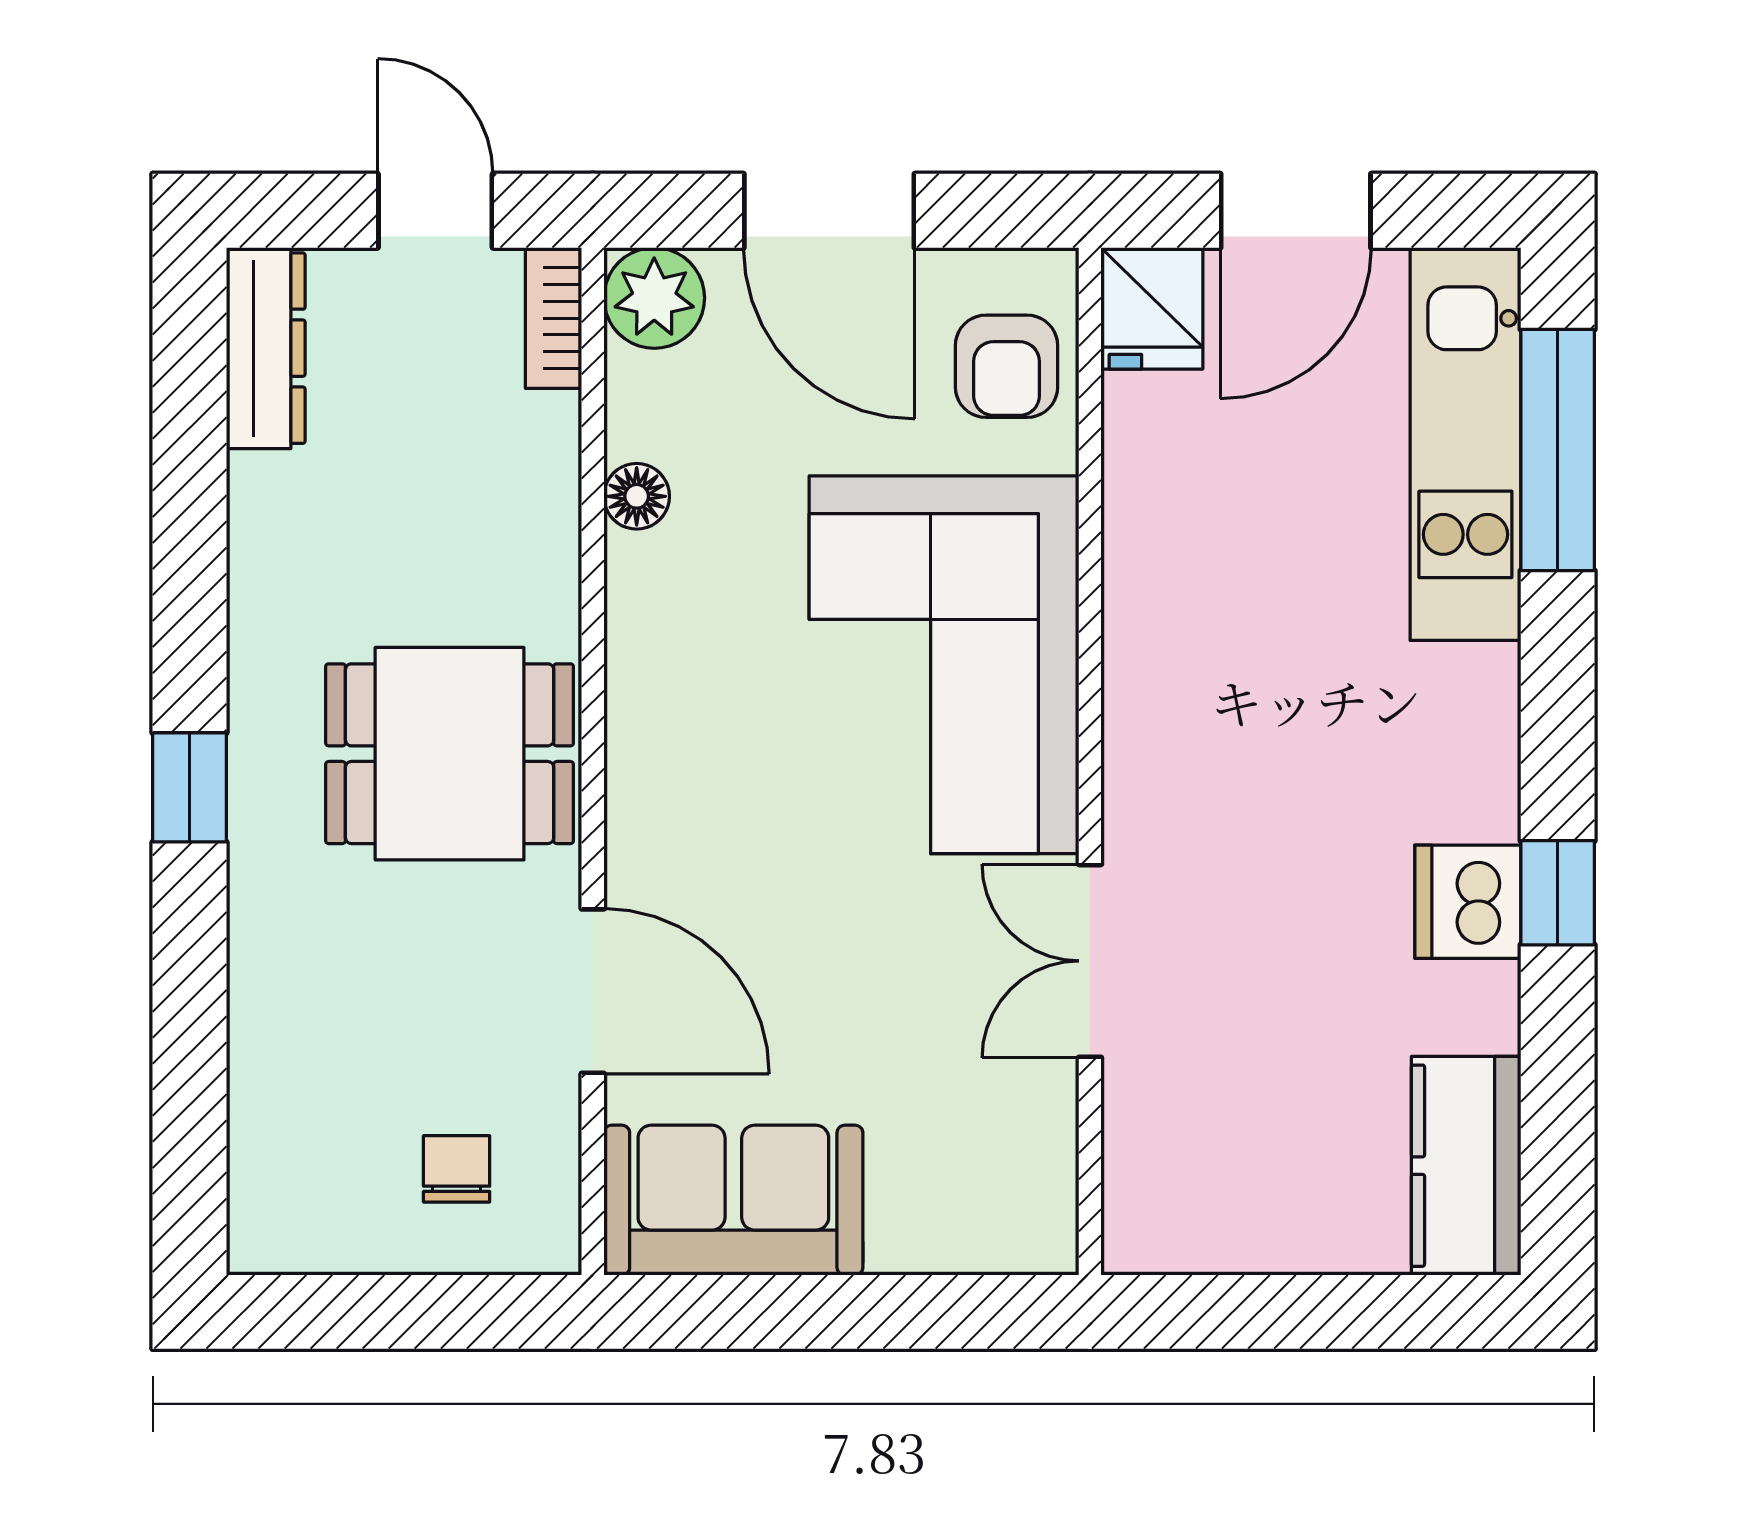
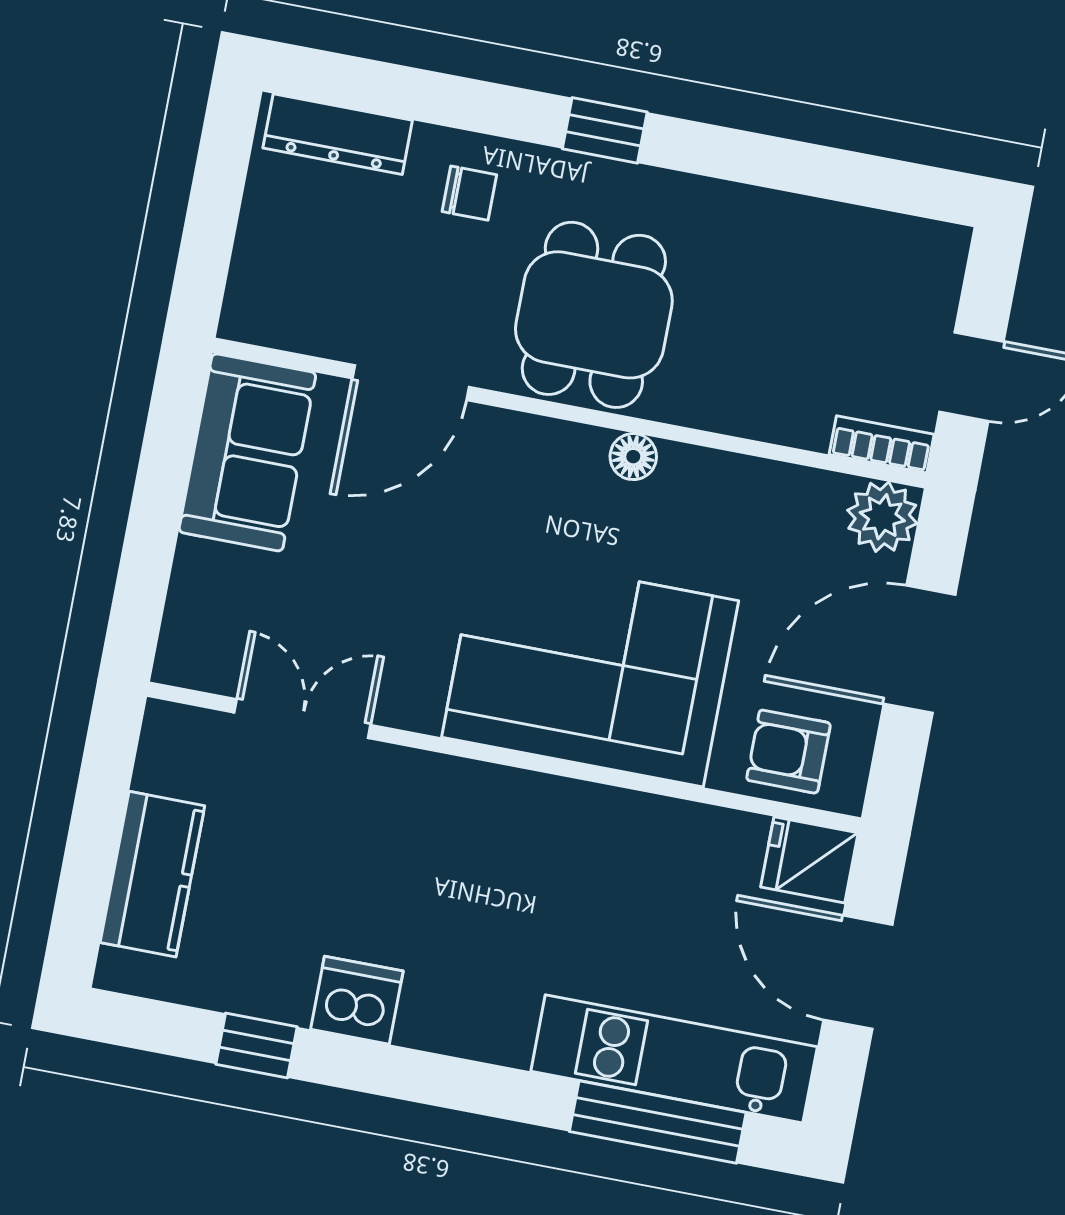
dresser: (266, 348) -> (338, 134), moved
floor lamp: (637, 496) -> (633, 457), moved
window: (1558, 893) -> (257, 1045), moved
double door: (1090, 961) -> (302, 719), moved
kitchen counter: (1466, 1166) -> (152, 874), moved, turned 90
chair: (457, 1169) -> (469, 193), moved

